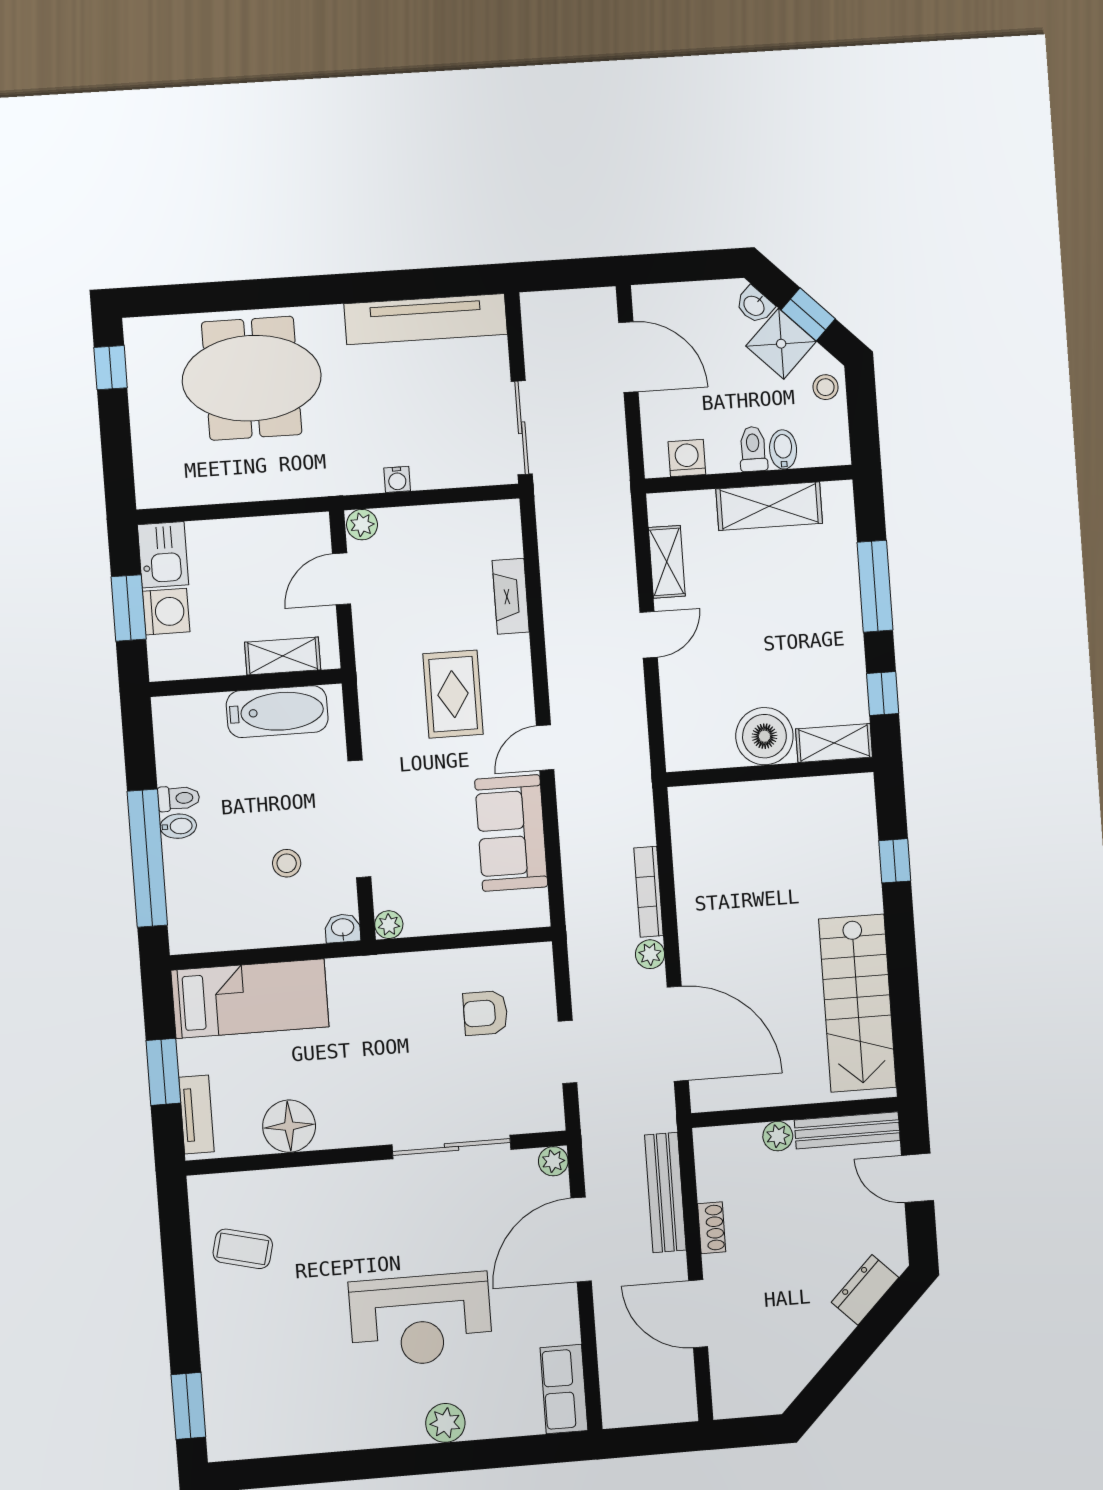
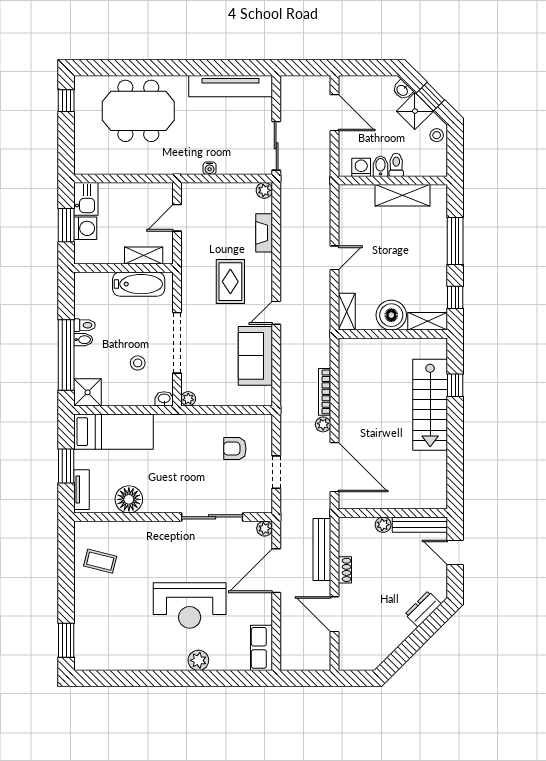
bidet: (783, 449) -> (380, 166), moved
plant: (362, 525) -> (264, 190), moved
shelving: (667, 562) -> (347, 312), moved
shower: (194, 927) -> (88, 392), added
stairs: (857, 1003) -> (430, 405), moved

